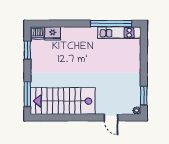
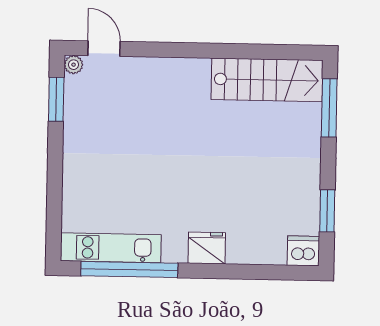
fridge: (53, 33) -> (207, 248), moved
stairs: (63, 101) -> (267, 80), width x0.73, depth x0.66
door: (111, 118) -> (104, 49), moved

